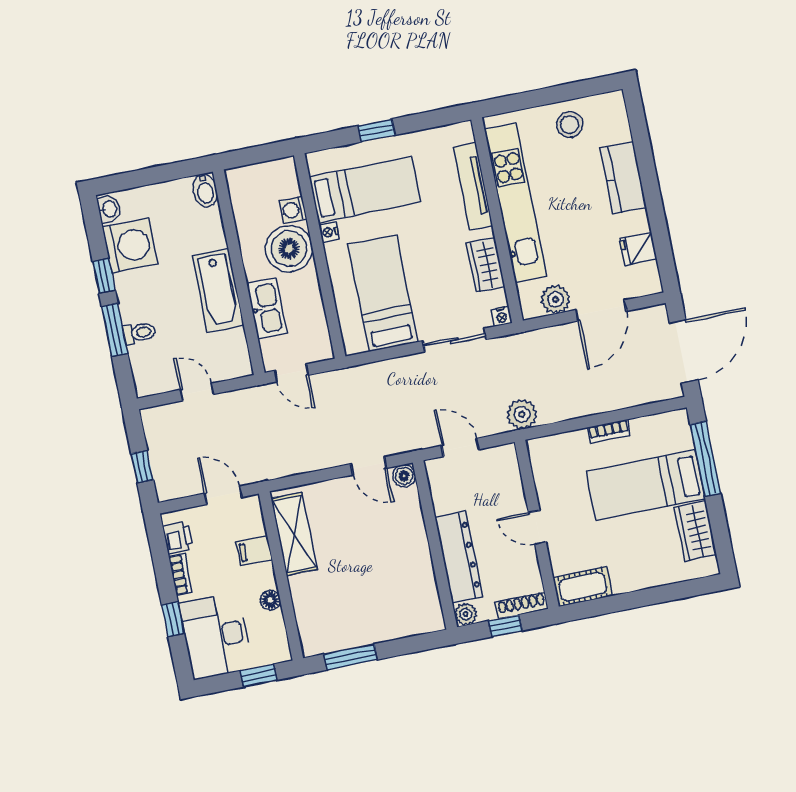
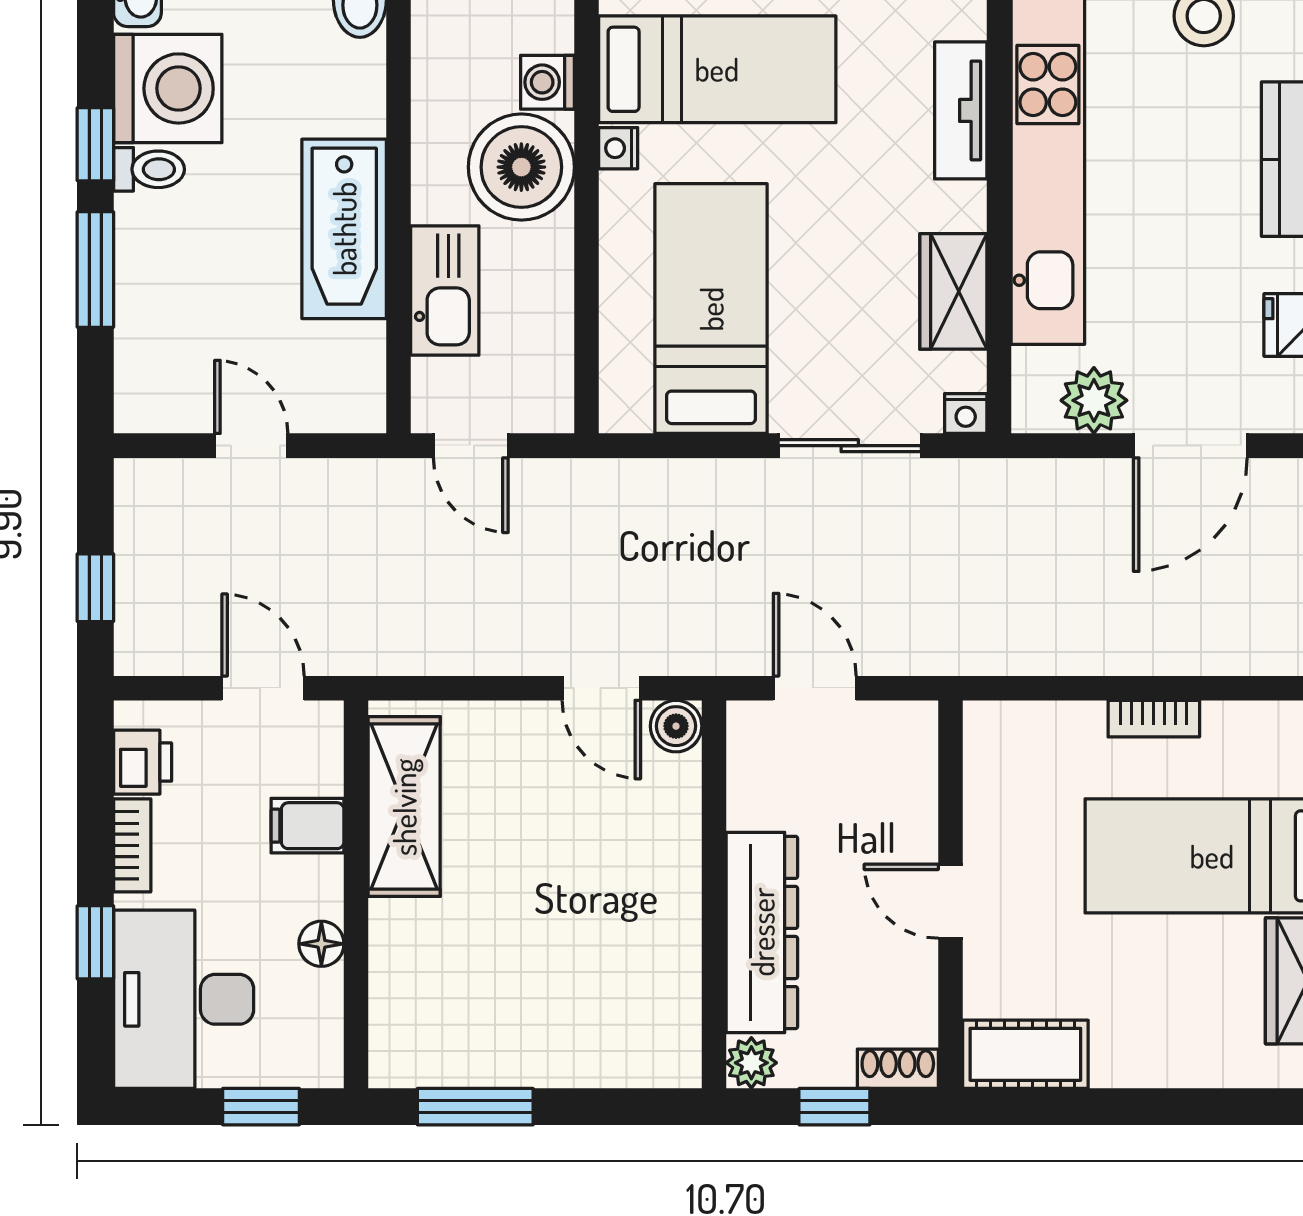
tv unit: (473, 186) -> (961, 110), width x0.71
toilet: (139, 333) -> (149, 169), moved
plant: (522, 414) -> (967, 642), removed
shoe rack: (522, 605) -> (898, 1069), width x0.70

